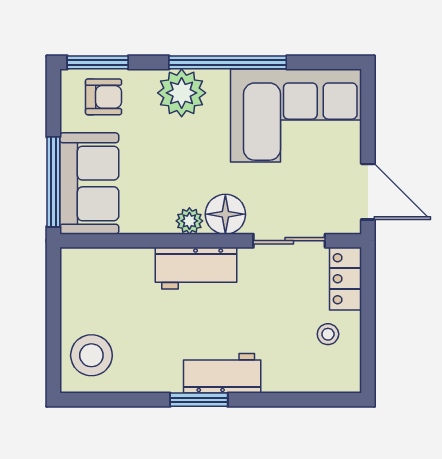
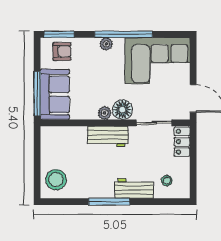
plant: (182, 93) -> (106, 44), width x0.53, depth x0.53
stool: (328, 334) -> (167, 181), moved
workbench: (222, 373) -> (134, 189), moved
window: (199, 400) -> (109, 202), width x1.44

